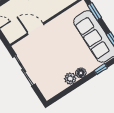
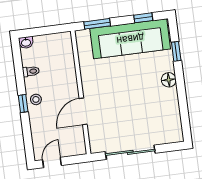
plant: (70, 79) -> (170, 97), removed

